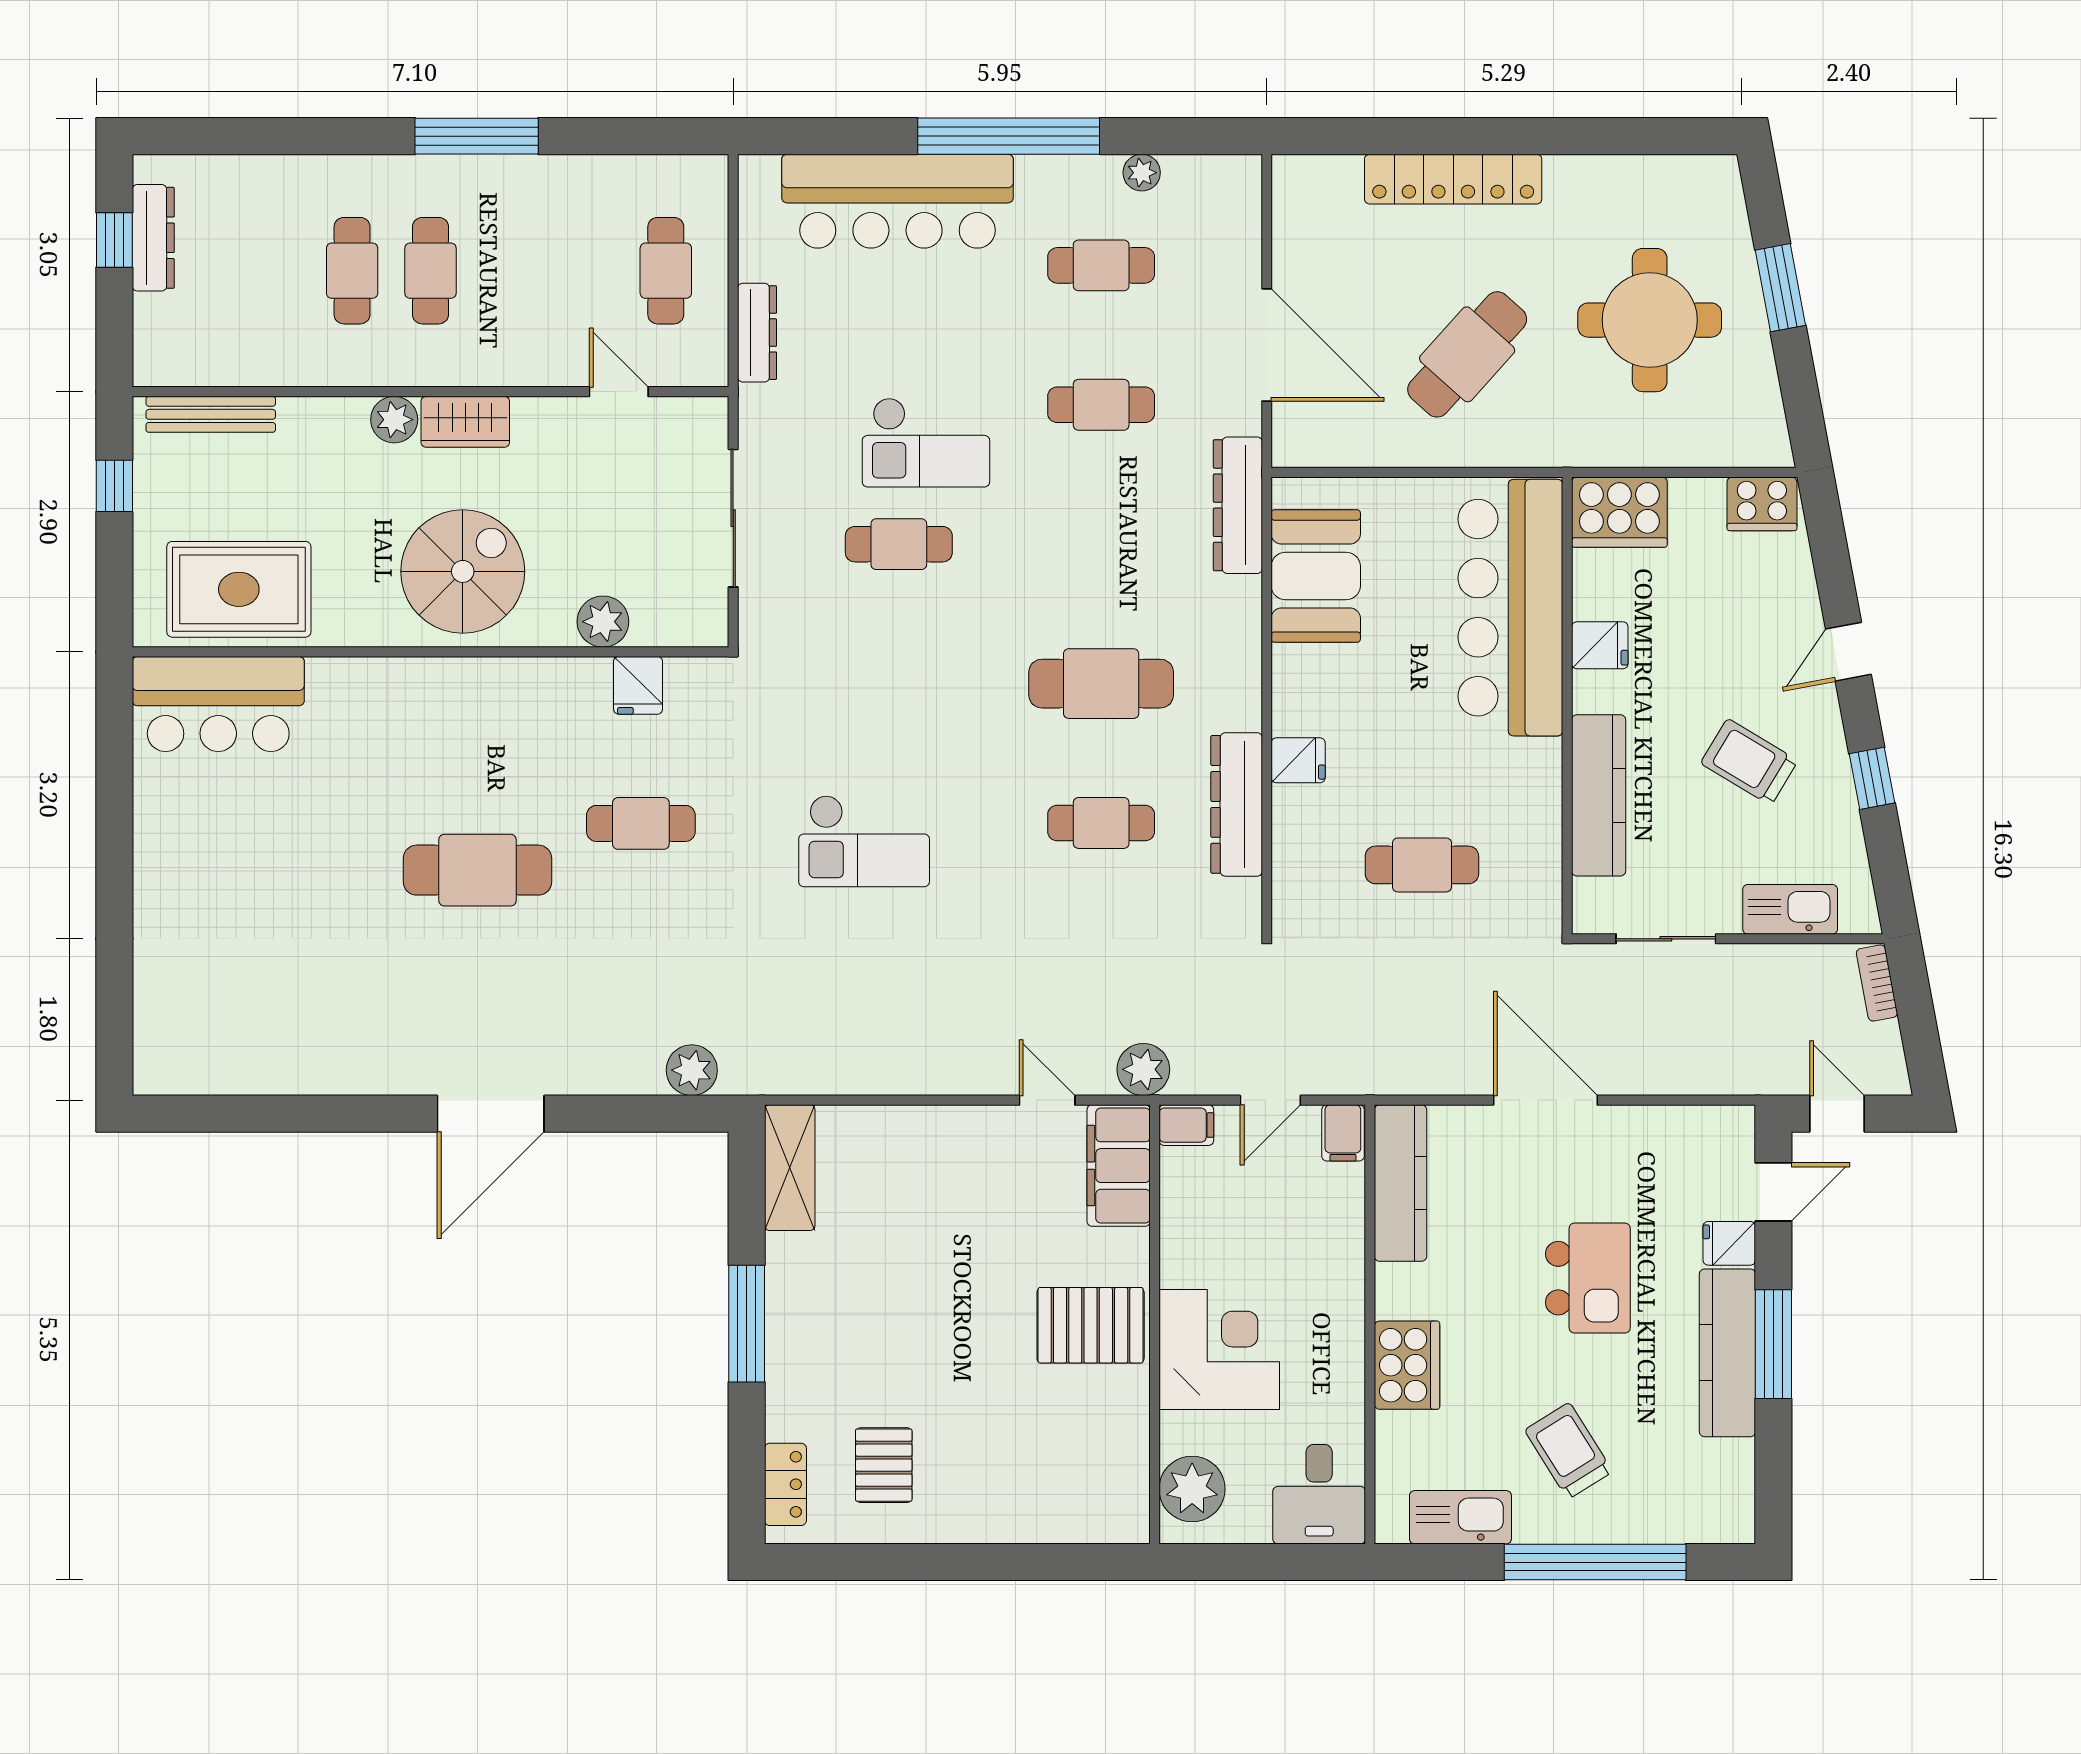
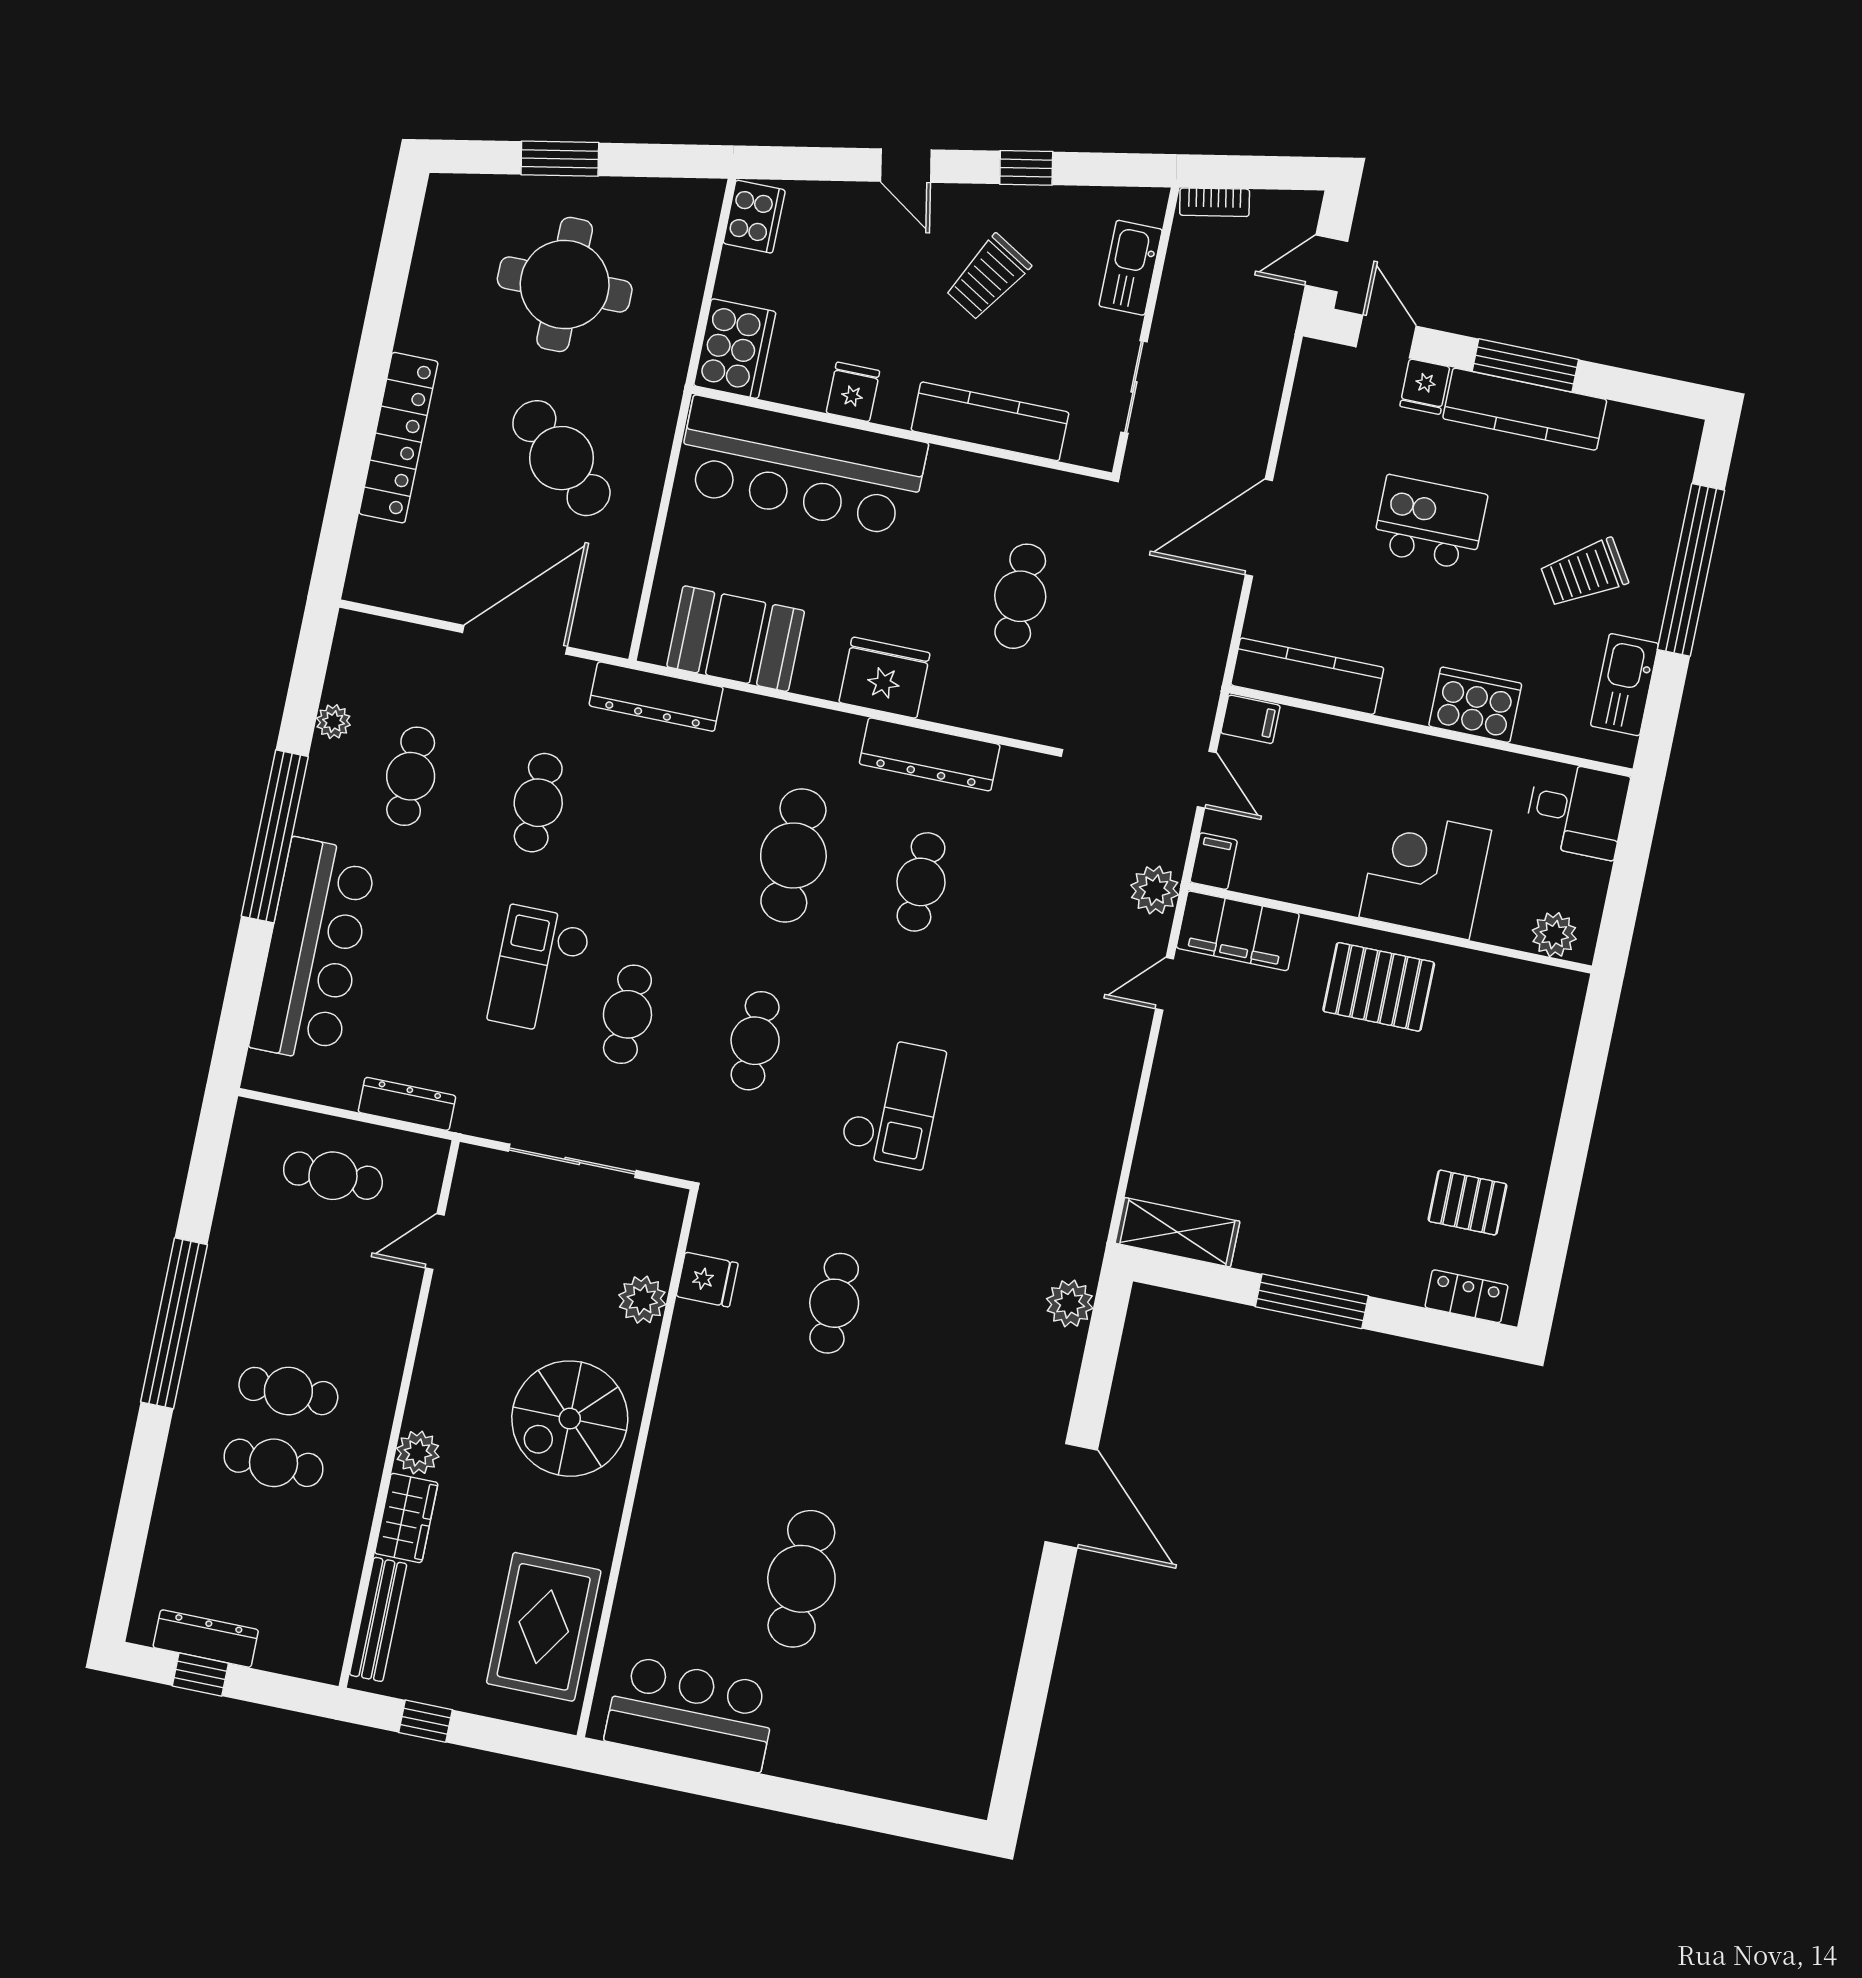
window: (477, 136) -> (174, 1323), width x1.46
wardrobe: (465, 422) -> (406, 1518), moved
checkout: (926, 442) -> (539, 970), turned 180
spiral stairs: (463, 571) -> (570, 1419), turned -90
cafe table: (899, 684) -> (755, 1041), added
bar counter: (218, 704) -> (691, 1713), moved, turned -90
fridge: (1298, 760) -> (884, 678), width x1.88, depth x1.34
cafe table: (478, 870) -> (801, 1579), moved
pallet: (1091, 1325) -> (1379, 987), turned 90
plant: (1192, 1489) -> (1554, 935), width x0.73, depth x0.73

